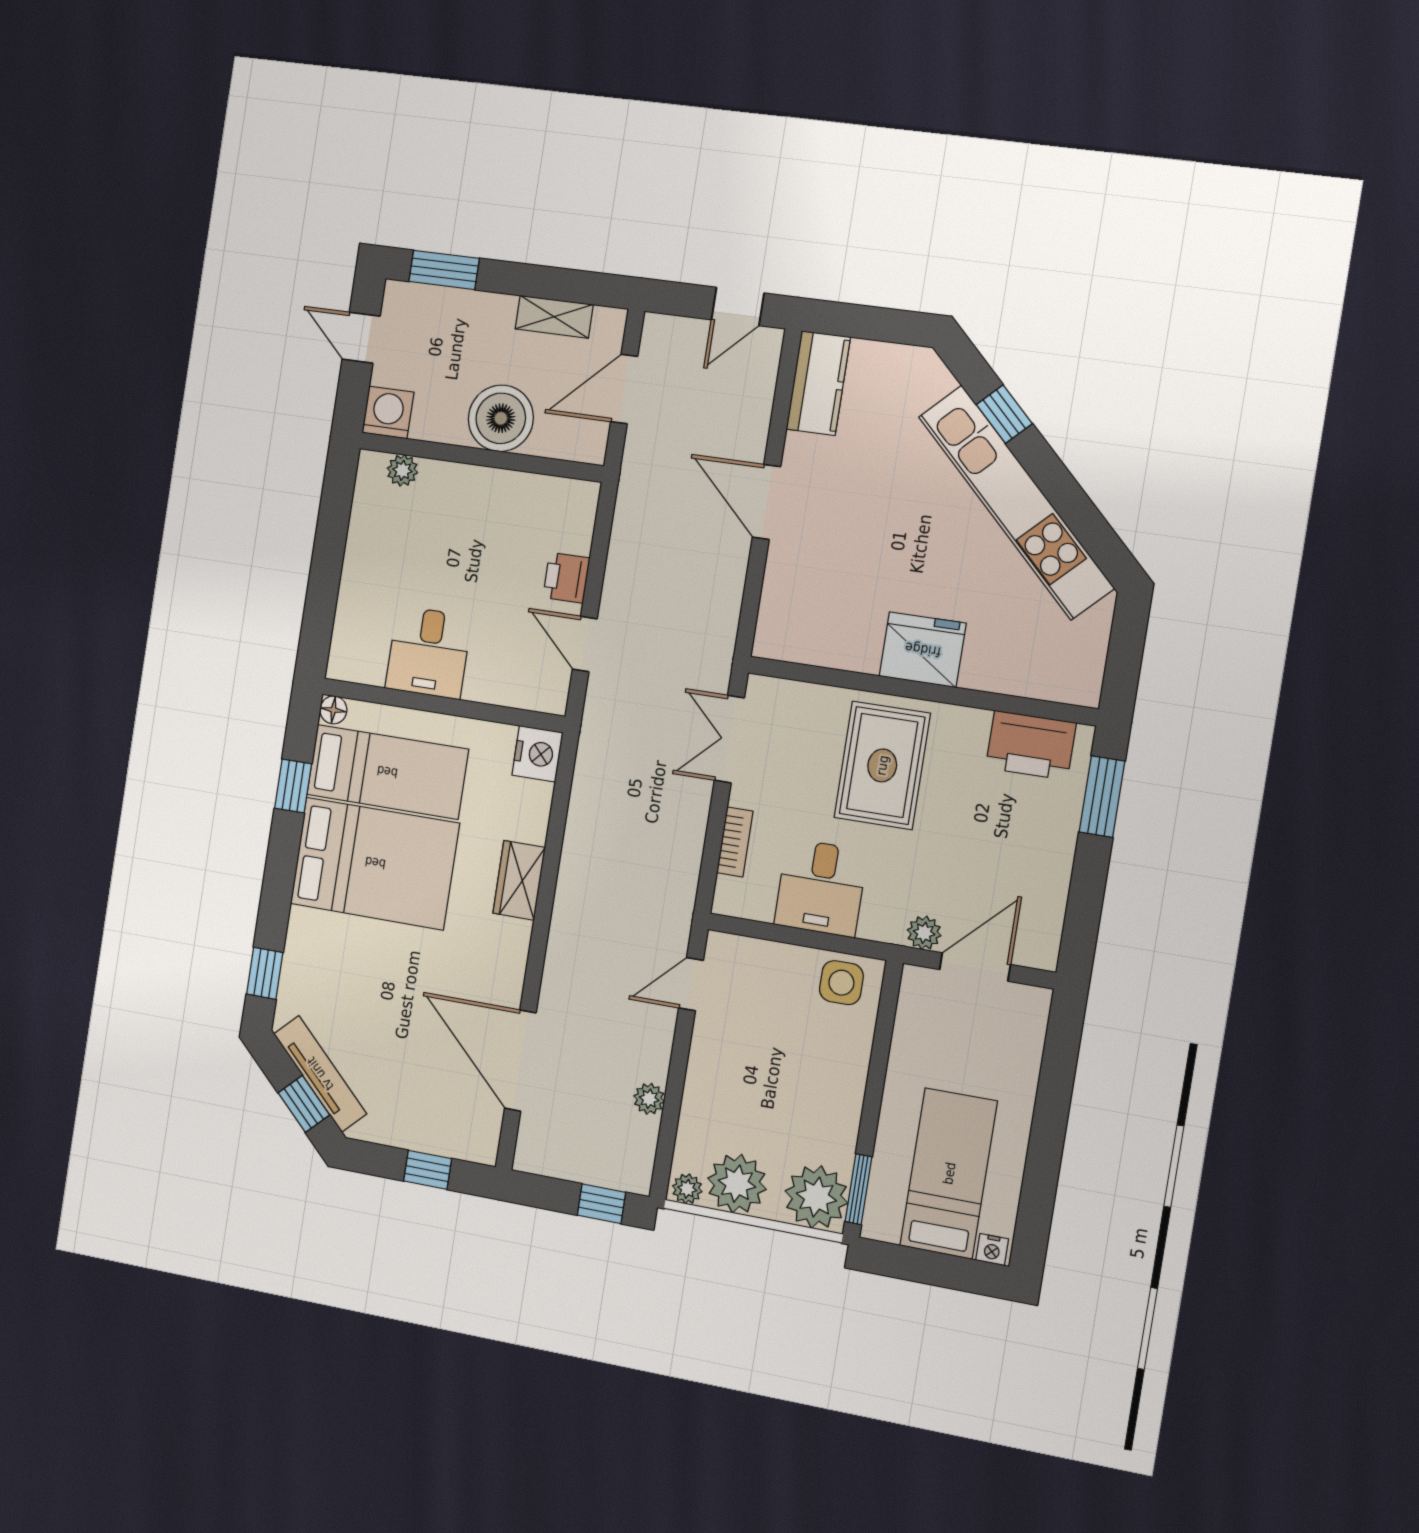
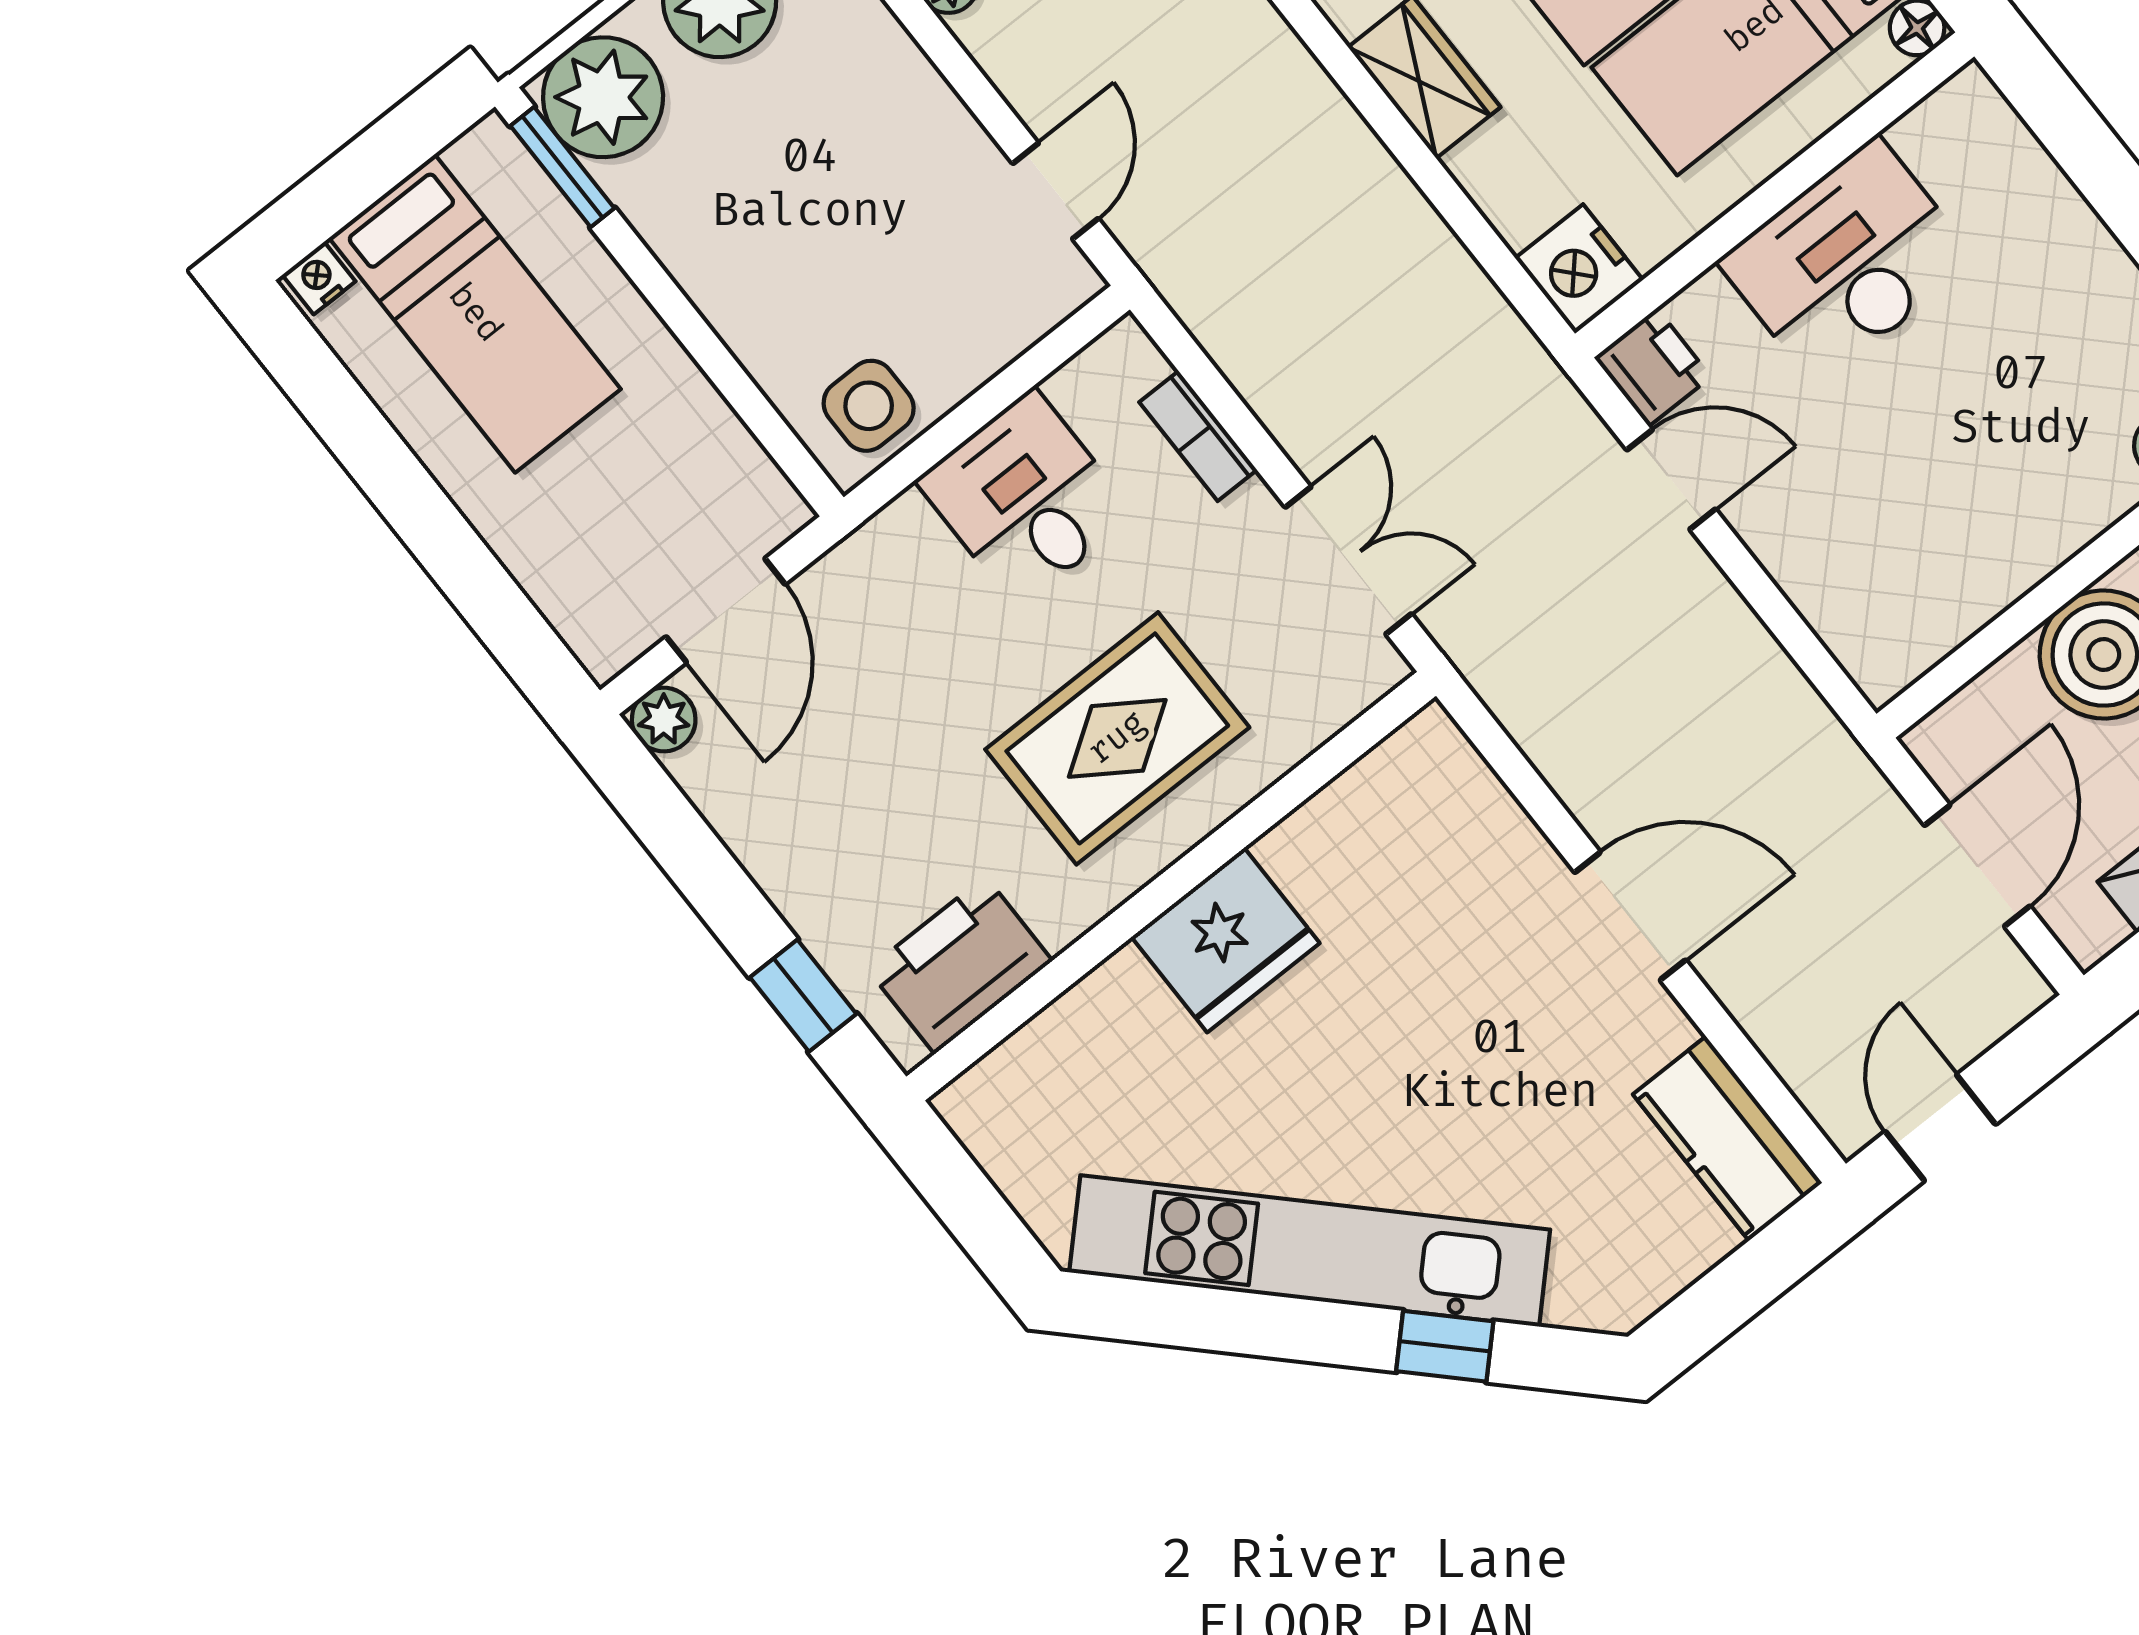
printer: (566, 578) -> (1653, 367), moved
desk: (429, 652) -> (1847, 261), width x1.37
rug: (882, 765) -> (1117, 738), turned 90
window: (1102, 797) -> (803, 996), width x0.67
plant: (924, 933) -> (664, 720), moved

